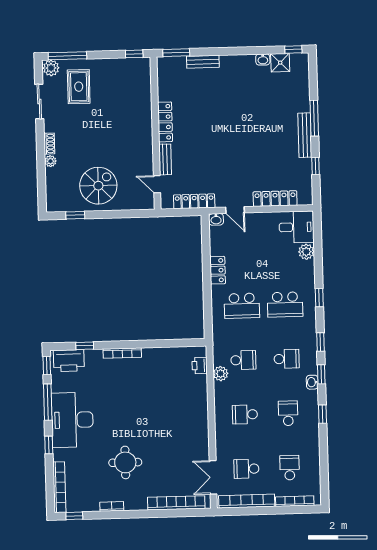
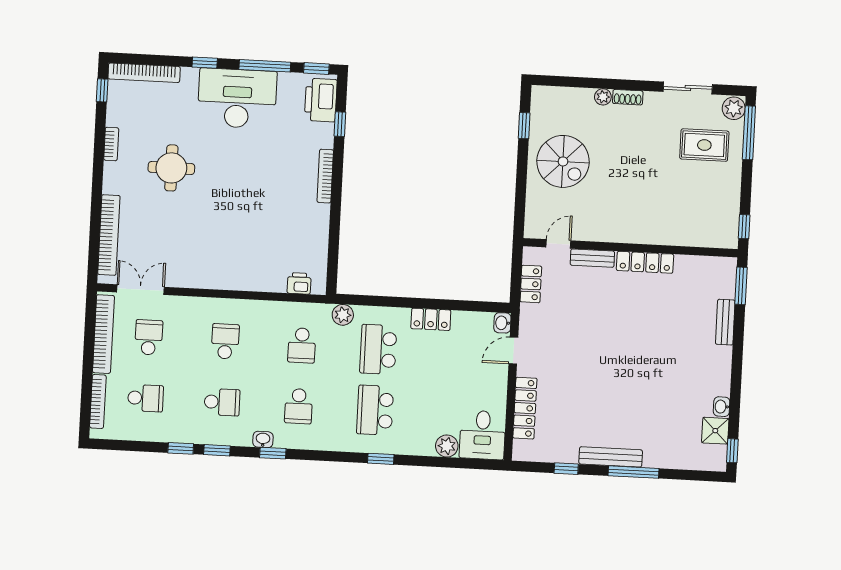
locker: (194, 201) -> (531, 284), width x0.66
window: (320, 342) -> (181, 448), moved
plant: (221, 374) -> (343, 315), moved

